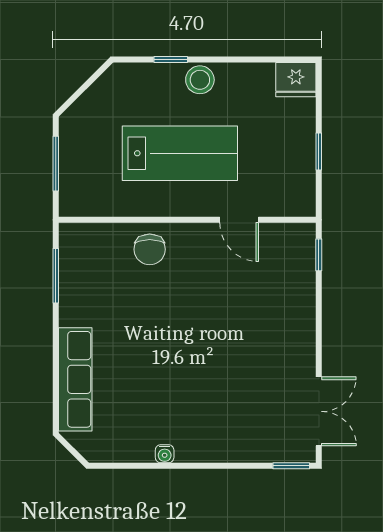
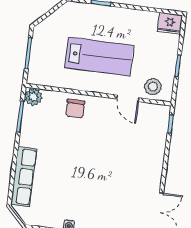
stool: (200, 80) -> (153, 87), moved
plant: (74, 238) -> (33, 97), added

